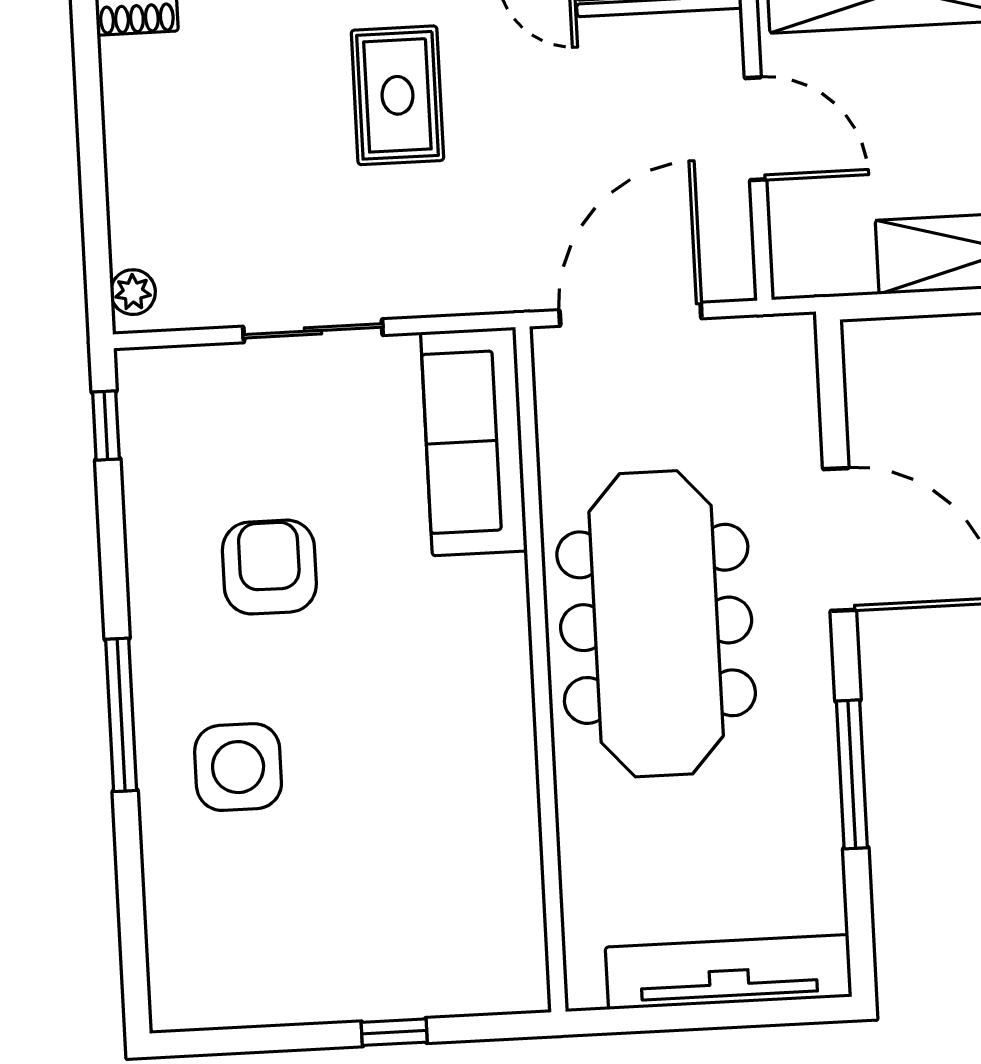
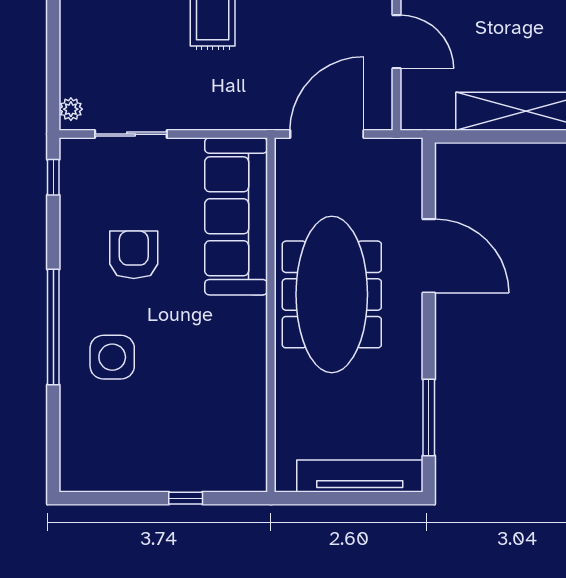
sliding door: (313, 331) -> (131, 134), moved
sofa: (474, 442) -> (236, 216), width x1.36, depth x1.27
window: (121, 715) -> (53, 327), width x1.46
window: (852, 774) -> (429, 417), moved

